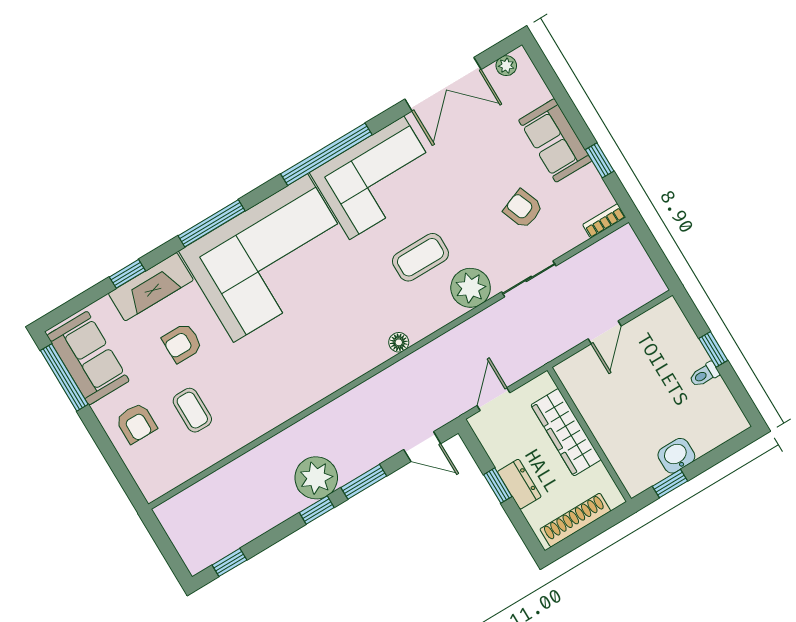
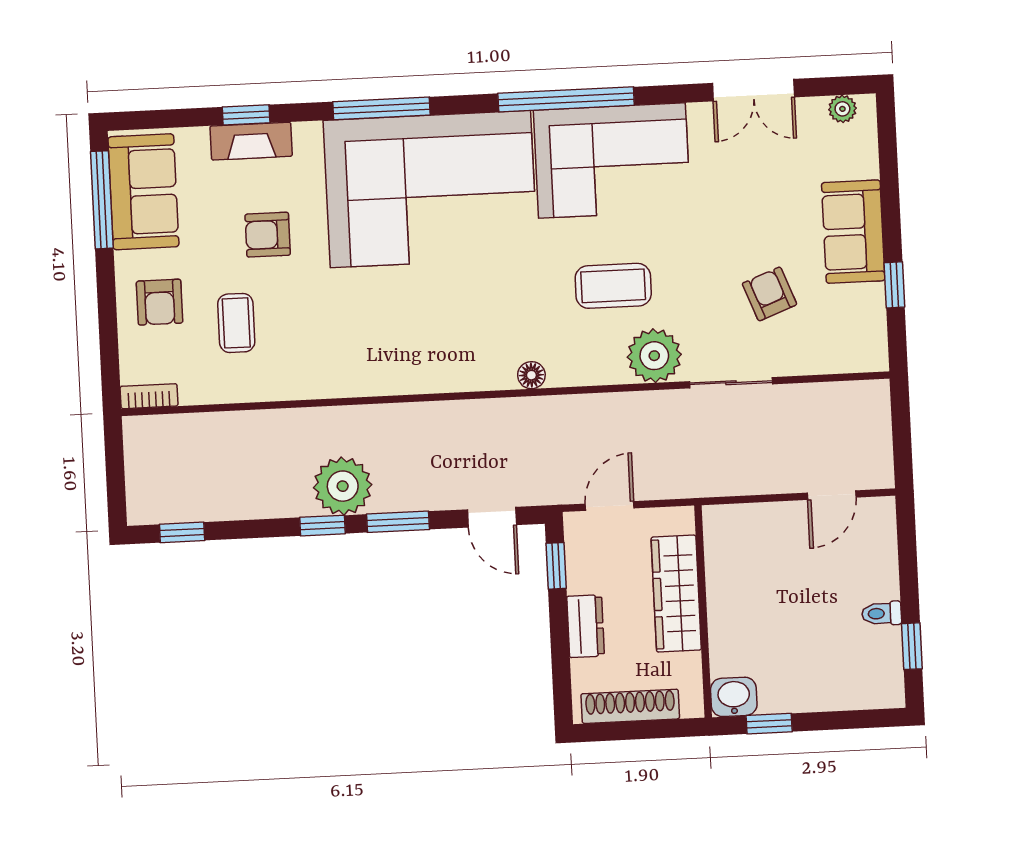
double door: (443, 84) -> (753, 90), width x0.73
bookcase: (604, 221) -> (149, 396), moved
fireplace: (151, 287) -> (251, 141), width x0.73, depth x0.76
door: (605, 332) -> (832, 495), moved
window: (713, 349) -> (912, 646), moved
washbasin: (676, 456) -> (734, 697), moved
window: (498, 486) -> (556, 566), moved

